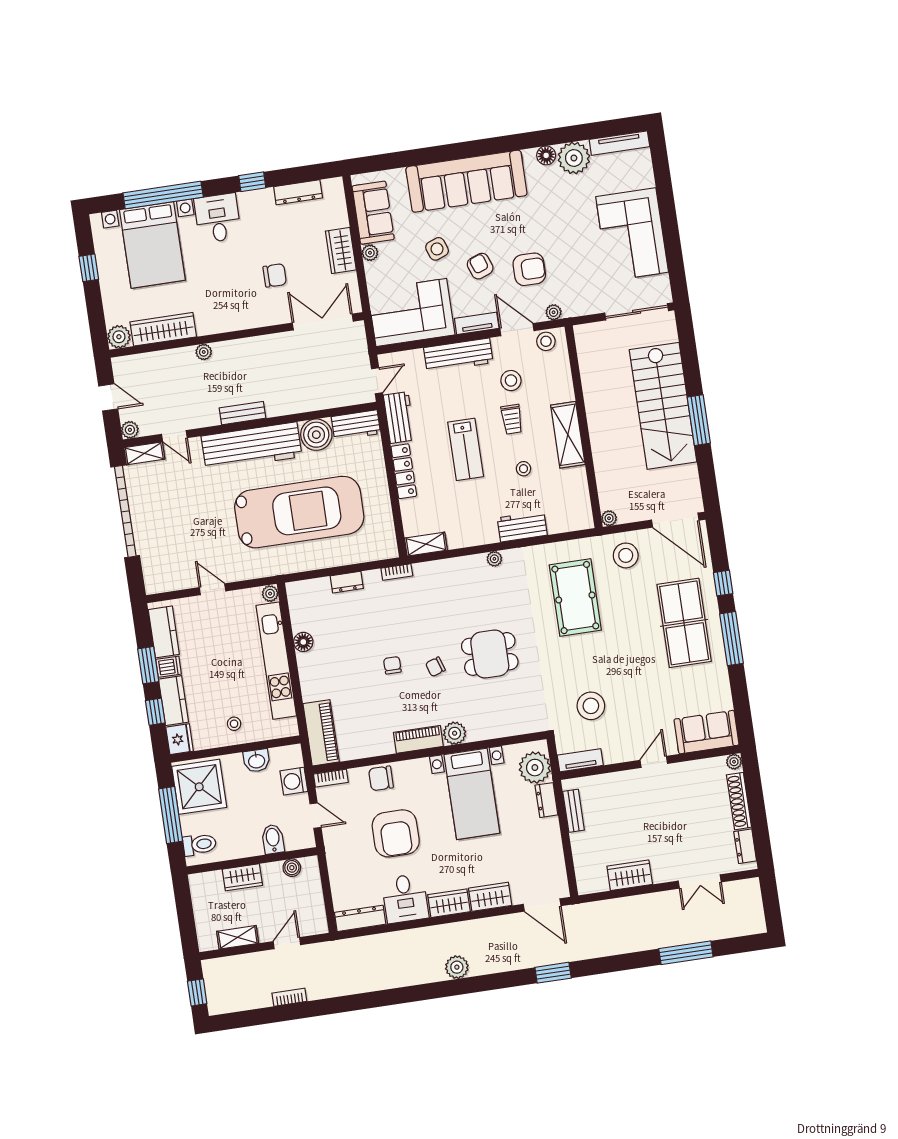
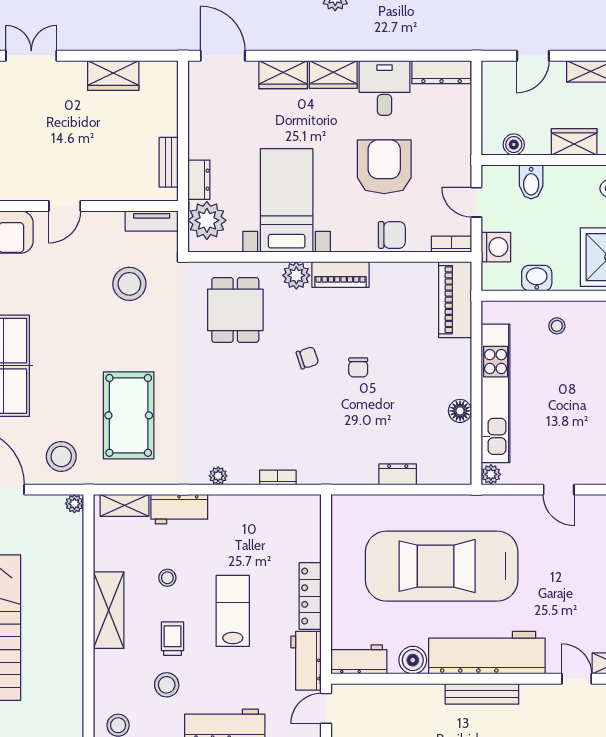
bench: (242, 413) -> (482, 694), width x1.36
boiler: (316, 435) -> (413, 660), width x0.73, depth x0.73
shelving: (426, 544) -> (124, 505), moved
bookcase: (397, 572) -> (278, 477), moved
dining table: (490, 654) -> (235, 310), moved, turned 90

